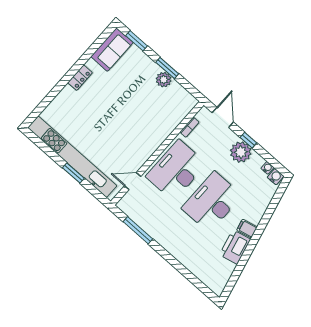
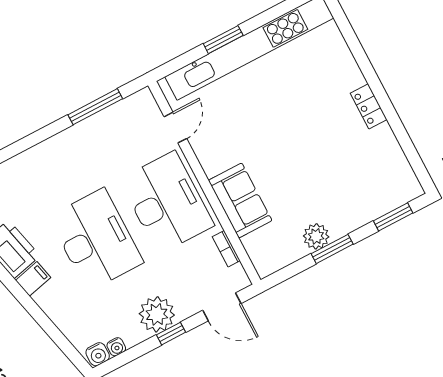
sofa: (112, 50) -> (240, 200), moved, turned 180

